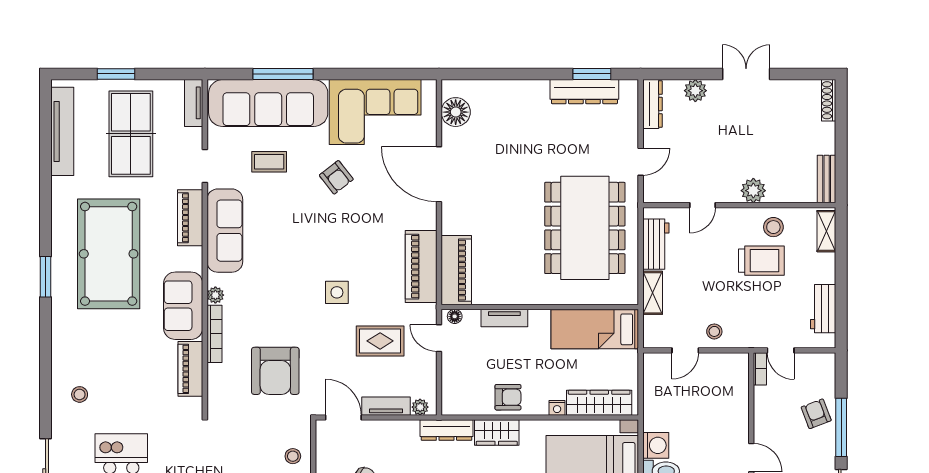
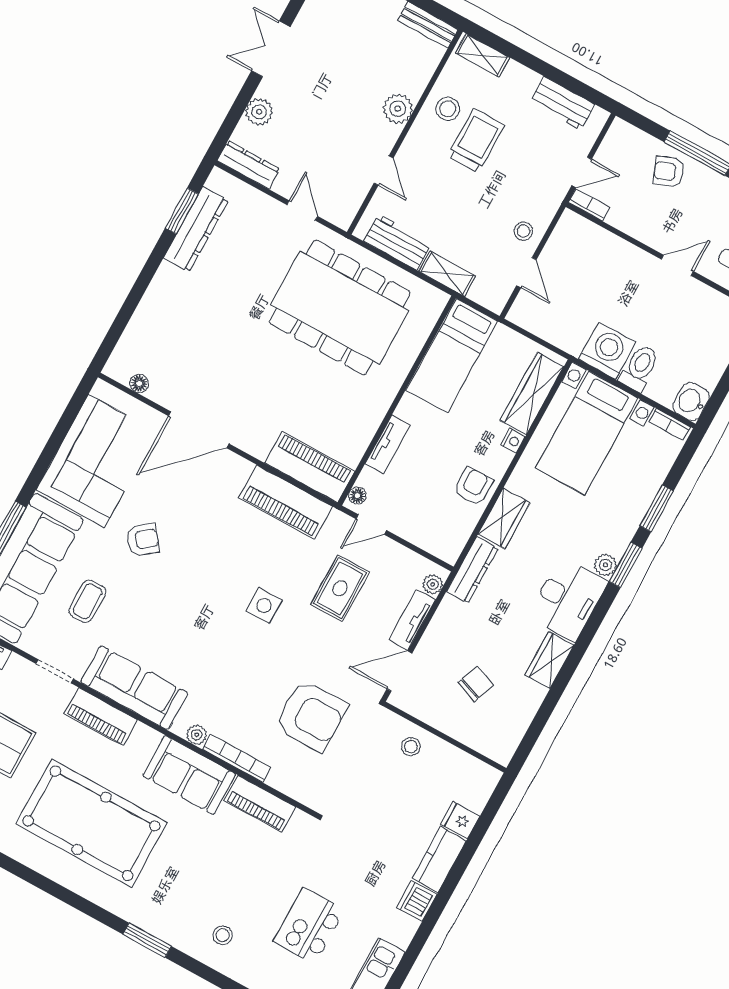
floor lamp: (456, 112) -> (139, 383), width x0.53, depth x0.53
window: (46, 277) -> (147, 940), moved
washing machine: (656, 445) -> (607, 351), width x1.37, depth x1.37

